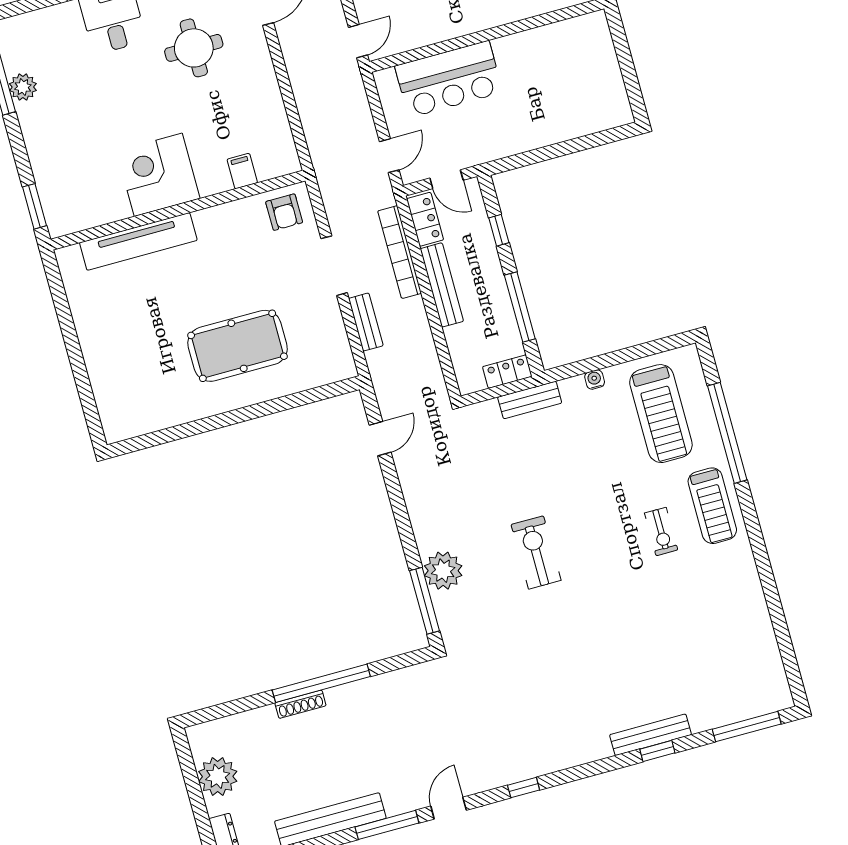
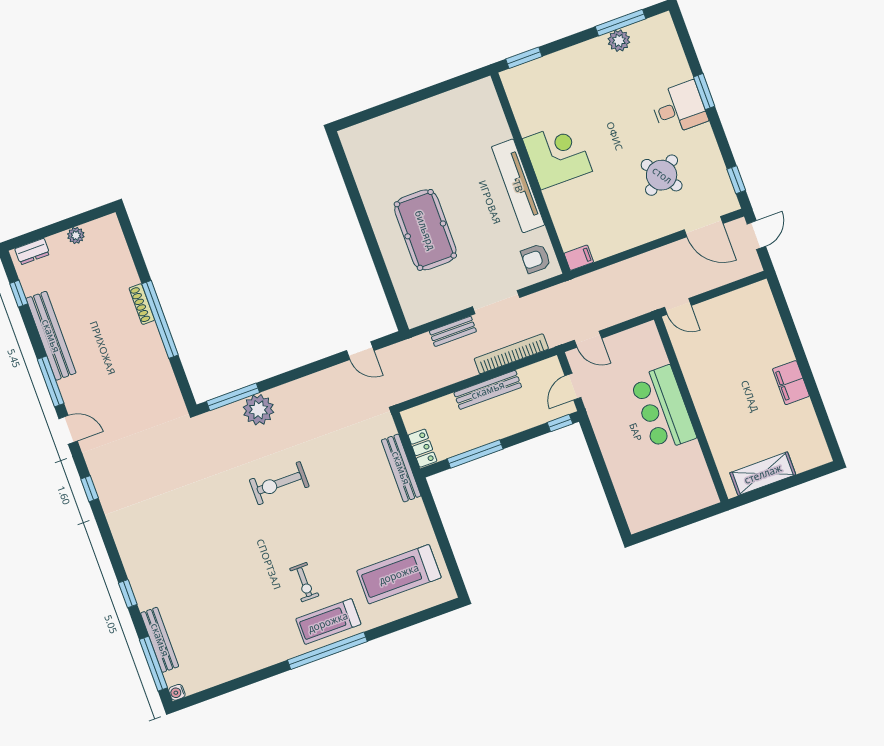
round table: (194, 48) -> (662, 175), turned -35
bar counter: (449, 79) -> (663, 408), moved
filing cabinet: (242, 171) -> (579, 258), moved
locker: (425, 219) -> (539, 372), removed
window: (499, 230) -> (560, 423), moved
tv unit: (138, 241) -> (518, 186), moved
water cooler: (595, 380) -> (177, 692), moved, turned 180
bench: (530, 400) -> (401, 468), width x1.36
window: (727, 433) -> (327, 651), moved
exercise bike: (661, 531) -> (304, 582), turned -90
exercise bike: (536, 552) -> (279, 483), turned 180
bench: (651, 735) -> (160, 640), moved
plant: (218, 776) -> (76, 235), width x0.53, depth x0.53

